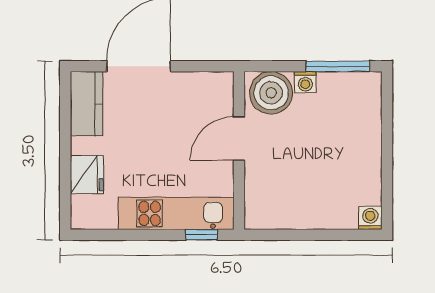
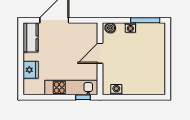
boiler: (271, 93) -> (110, 28), width x0.54, depth x0.54
washing machine: (370, 218) -> (116, 90), moved

